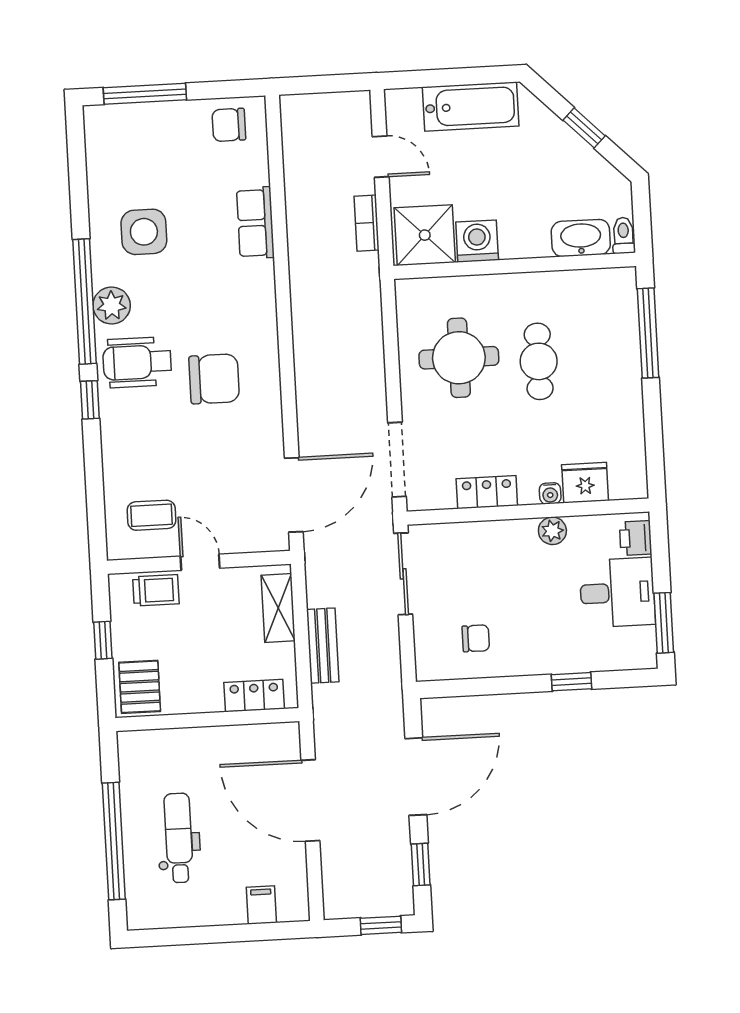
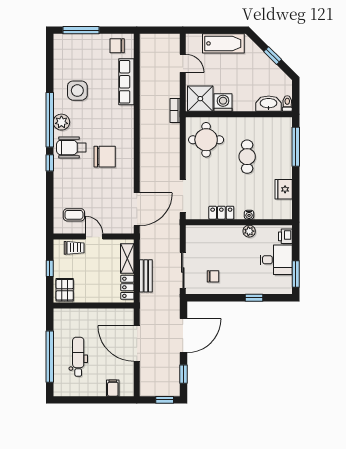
row of seats: (255, 223) -> (126, 82), width x1.48
bookcase: (367, 223) -> (175, 110), moved
round table: (459, 358) -> (206, 140), moved
fridge: (585, 483) -> (284, 189), moved, turned -90
sliding door: (403, 574) -> (183, 270), moved
locker: (254, 696) -> (127, 287), moved, turned -90

